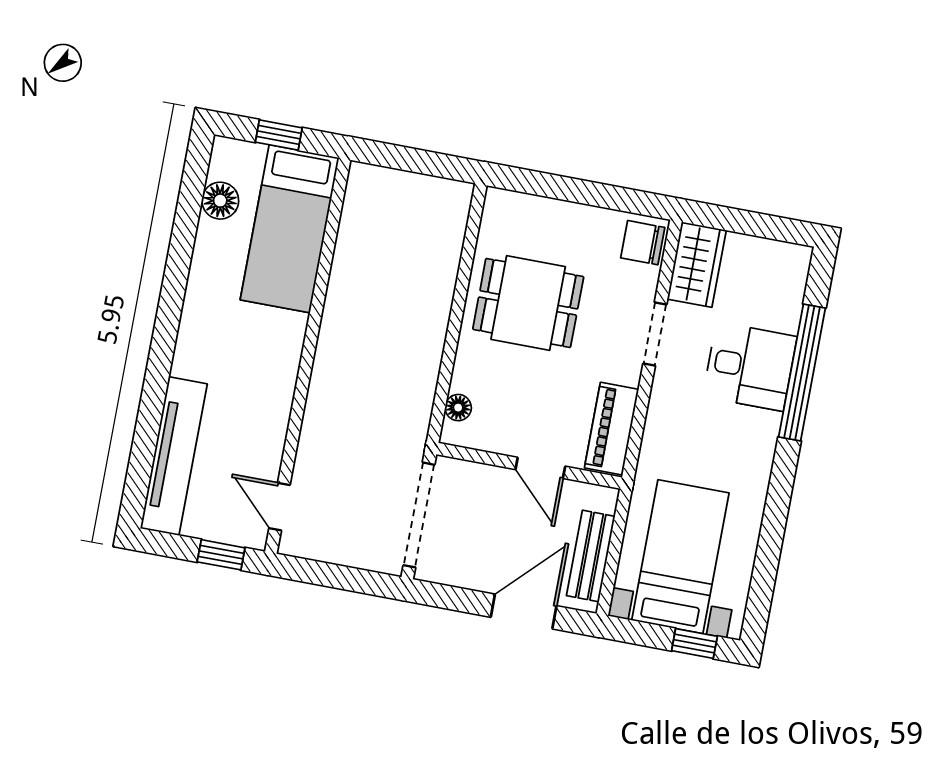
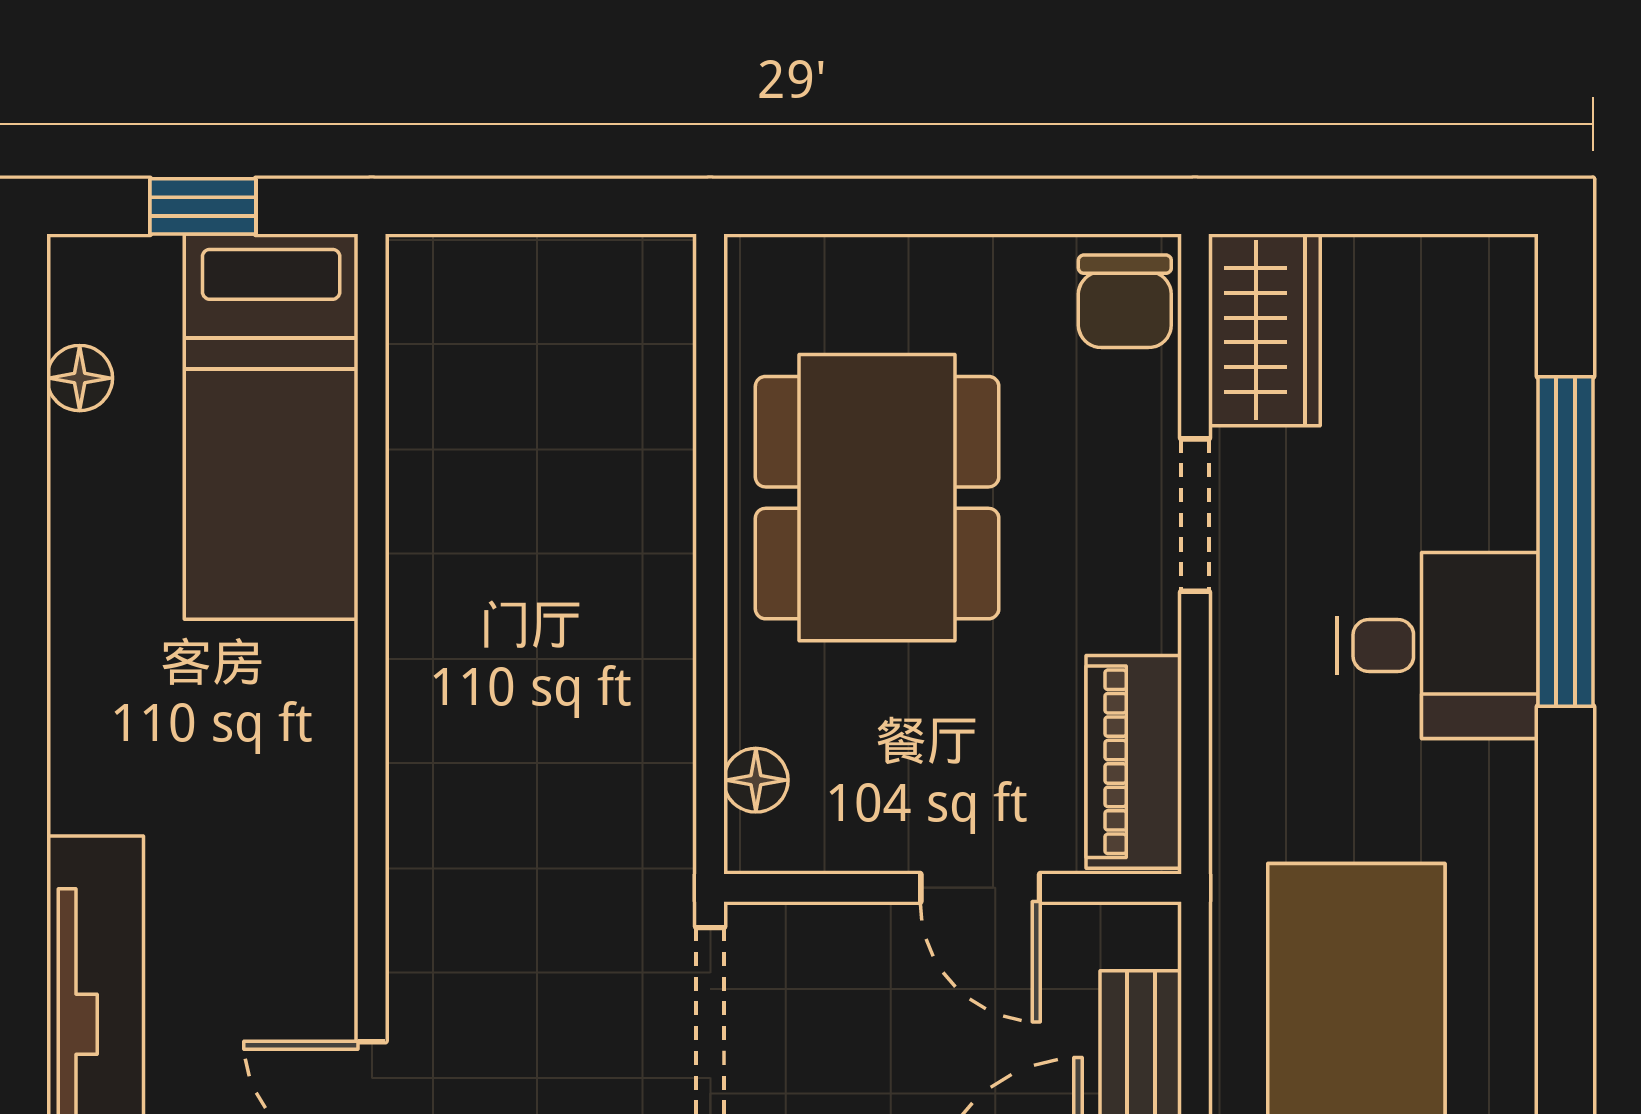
floor lamp: (220, 201) -> (80, 378), width x0.73, depth x0.73
chair: (643, 243) -> (1125, 301), turned -90
dining table: (528, 303) -> (877, 498), width x1.38
desk: (750, 366) -> (1438, 646), moved

